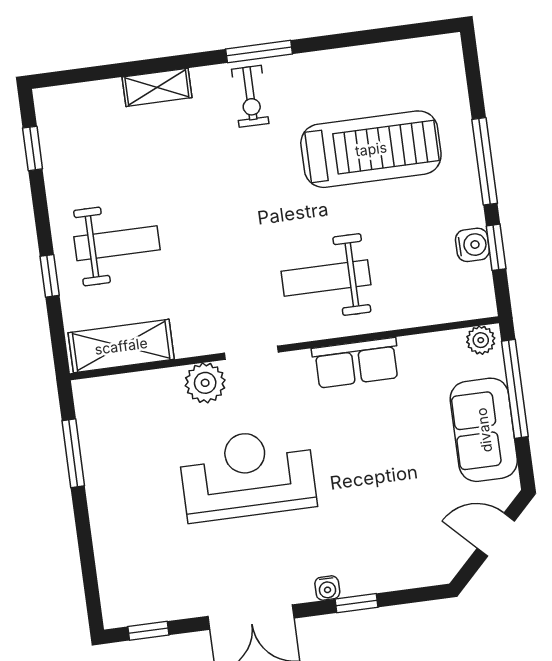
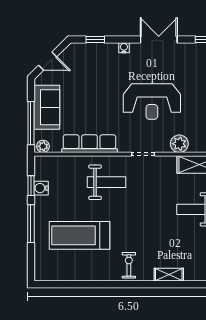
window: (259, 51) -> (122, 284), removed
row of seats: (356, 363) -> (89, 144), width x1.48
plant: (205, 383) -> (179, 144), moved
window: (357, 603) -> (95, 39), moved

